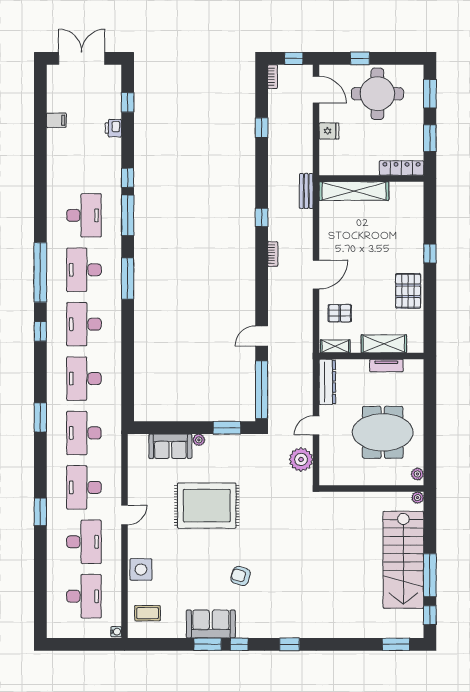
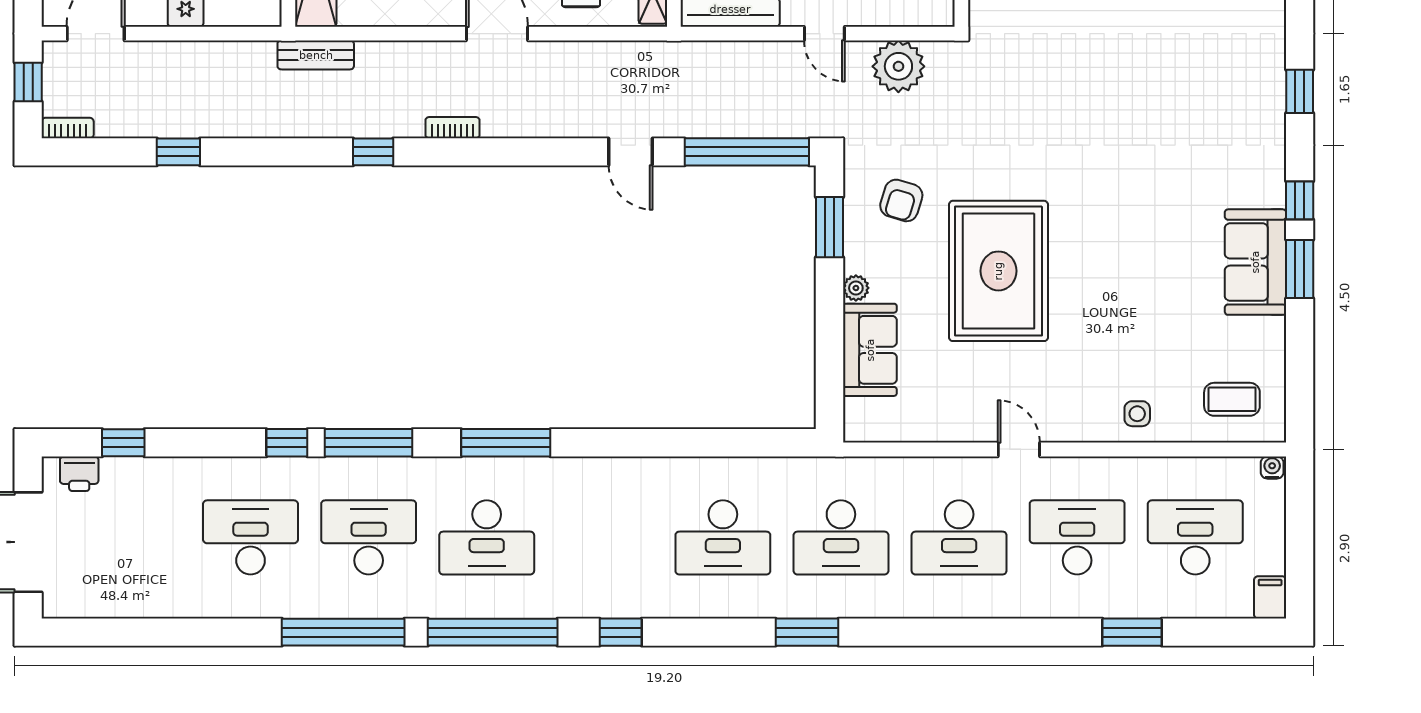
filing cabinet: (56, 120) -> (1270, 597), moved
printer: (113, 128) -> (79, 474), moved
window: (40, 204) -> (343, 632), added
desk: (84, 324) -> (251, 537), moved, turned 180
window: (40, 512) -> (1132, 632), moved
side table: (141, 569) -> (1137, 414), width x0.54, depth x0.54
armchair: (241, 576) -> (901, 200), moved
coffee table: (148, 613) -> (1232, 399), turned 90

